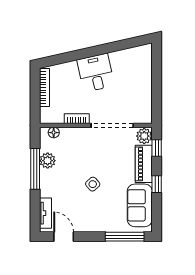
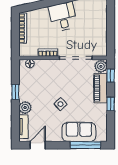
plant: (48, 161) -> (25, 108), moved
window: (35, 169) -> (15, 92), width x0.46
sofa: (140, 205) -> (79, 132), moved, turned 90
door: (64, 237) -> (38, 145), hinge flipped

